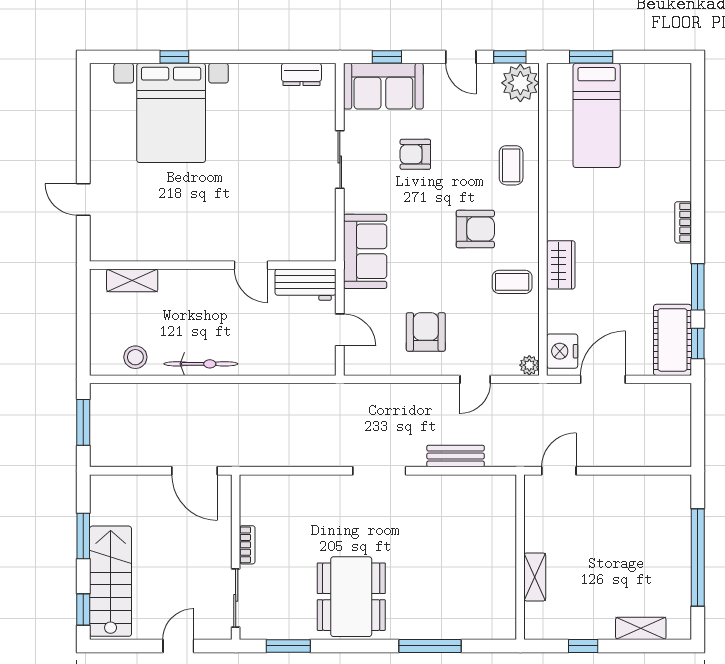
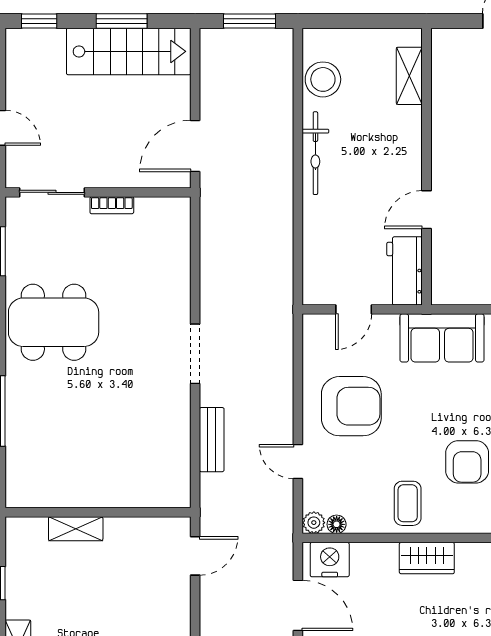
armchair: (426, 332) -> (351, 406), width x1.36, depth x1.36
floor lamp: (531, 345) -> (337, 524), added
stool: (135, 357) -> (323, 79), width x1.38, depth x1.38
door: (559, 471) -> (195, 556), hinge flipped
stairs: (111, 581) -> (129, 51), moved

